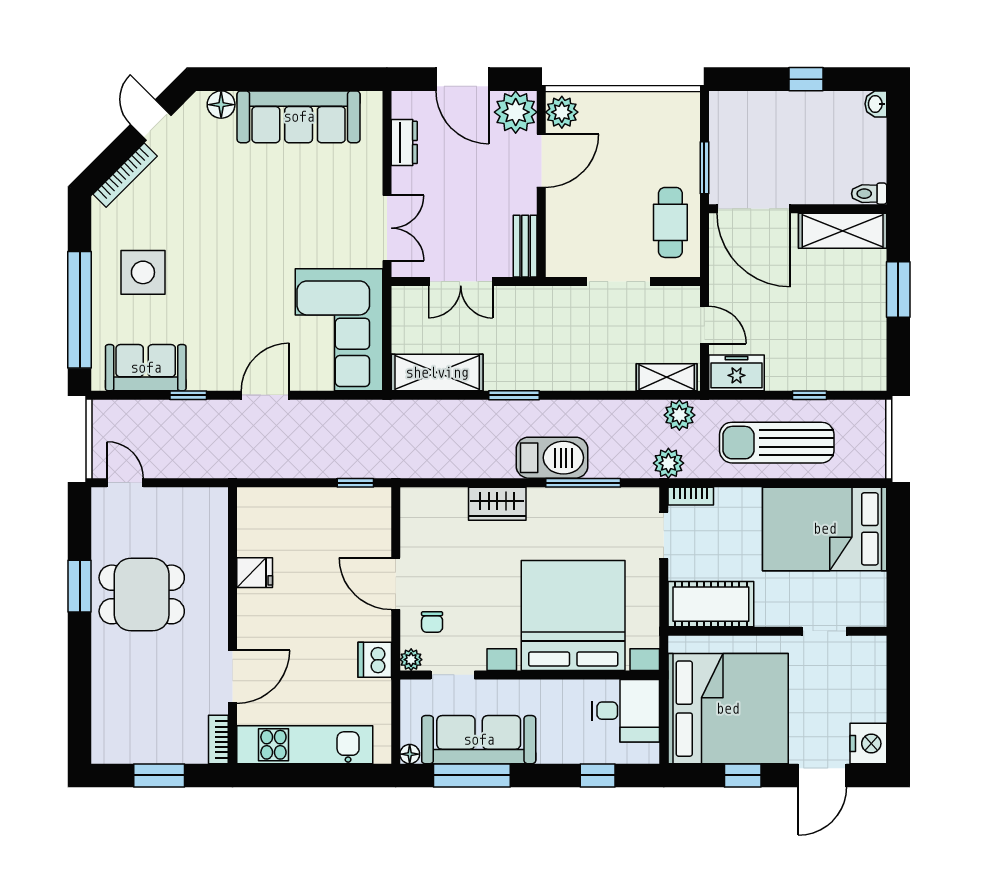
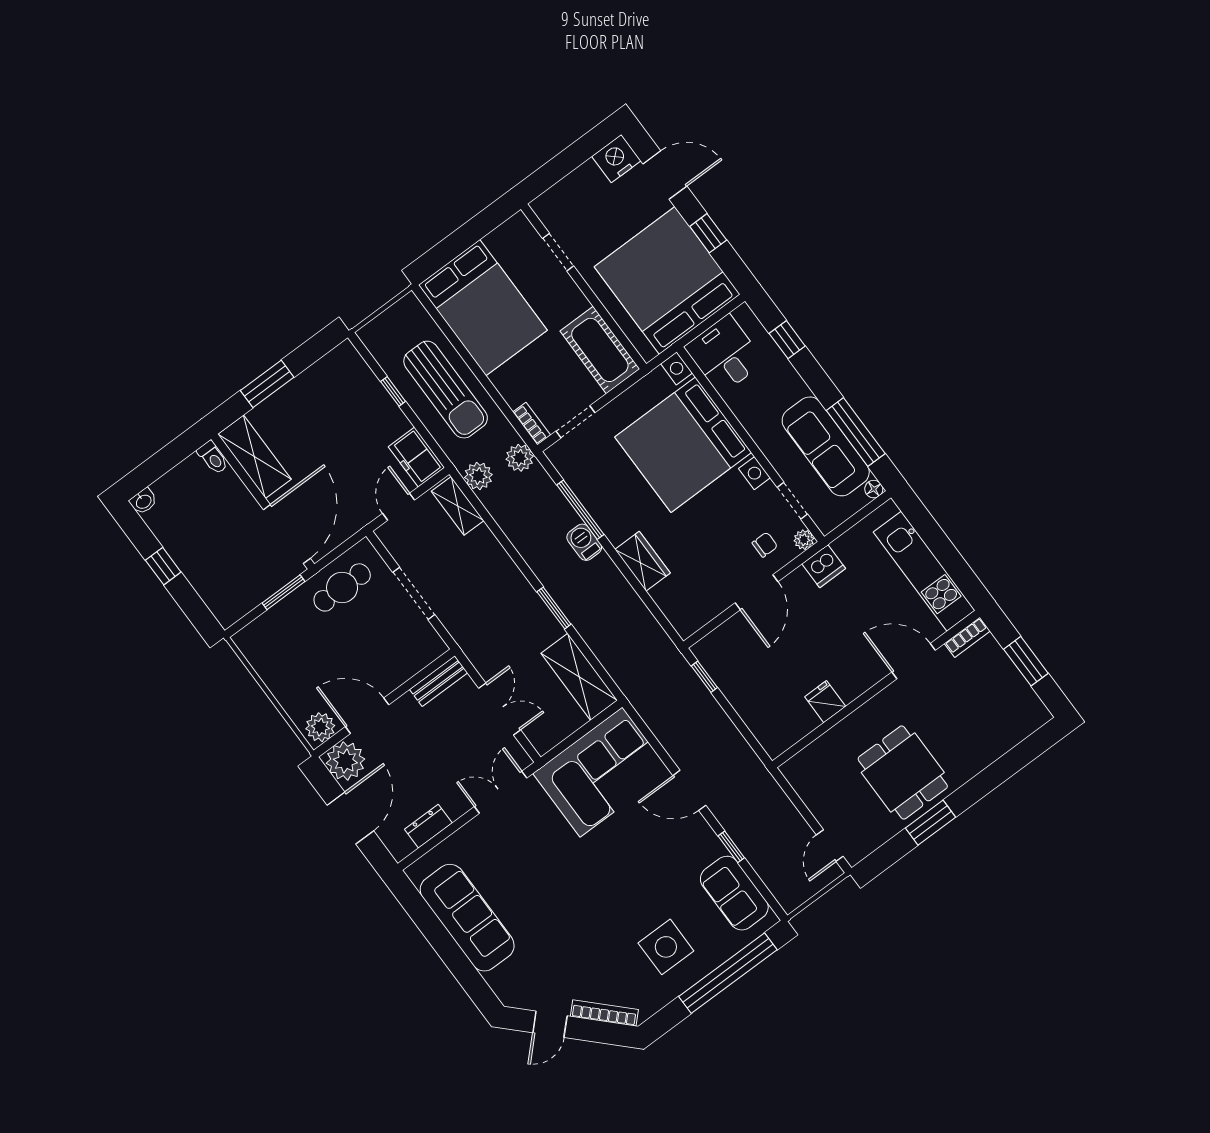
floor lamp: (221, 105) -> (500, 981), removed
barbecue: (552, 458) -> (584, 542), width x0.53, depth x0.65

